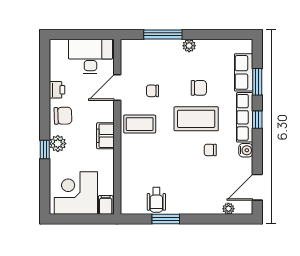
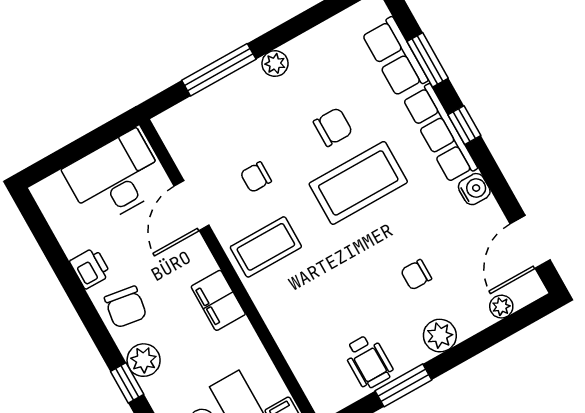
chair: (63, 116) -> (126, 307), turned 101
chair: (210, 150) -> (416, 275), moved
plant: (194, 206) -> (440, 336), added

